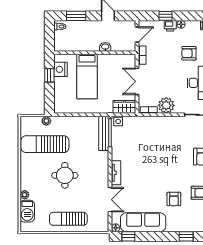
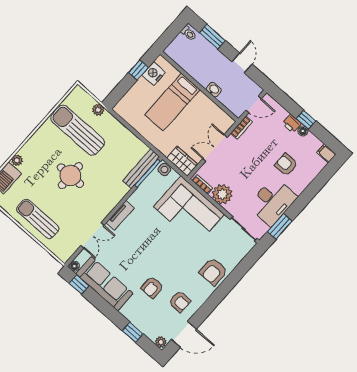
window: (165, 16) -> (306, 120), moved
corner sofa: (155, 133) -> (189, 210), added

